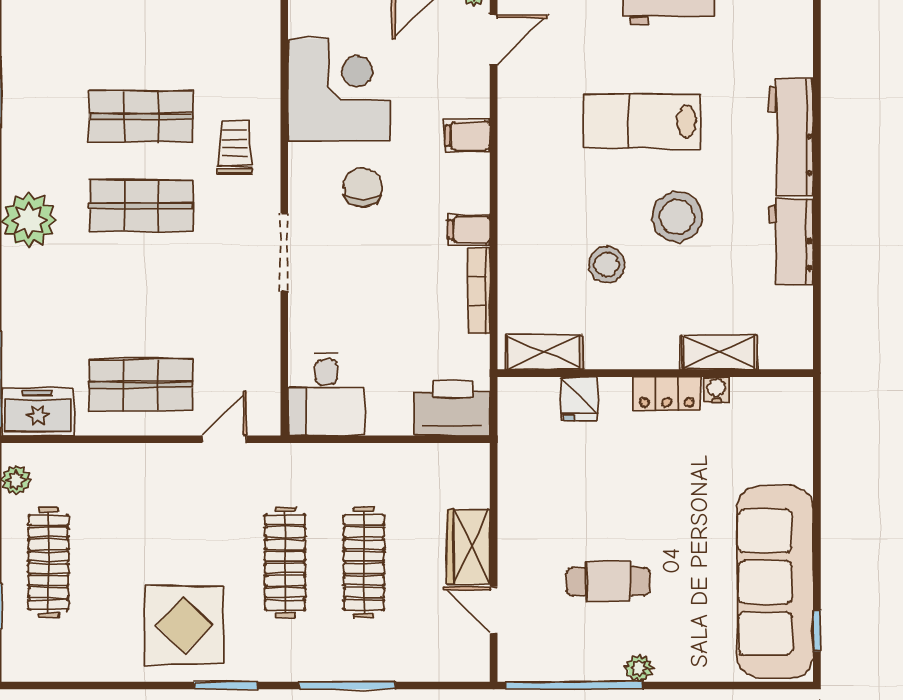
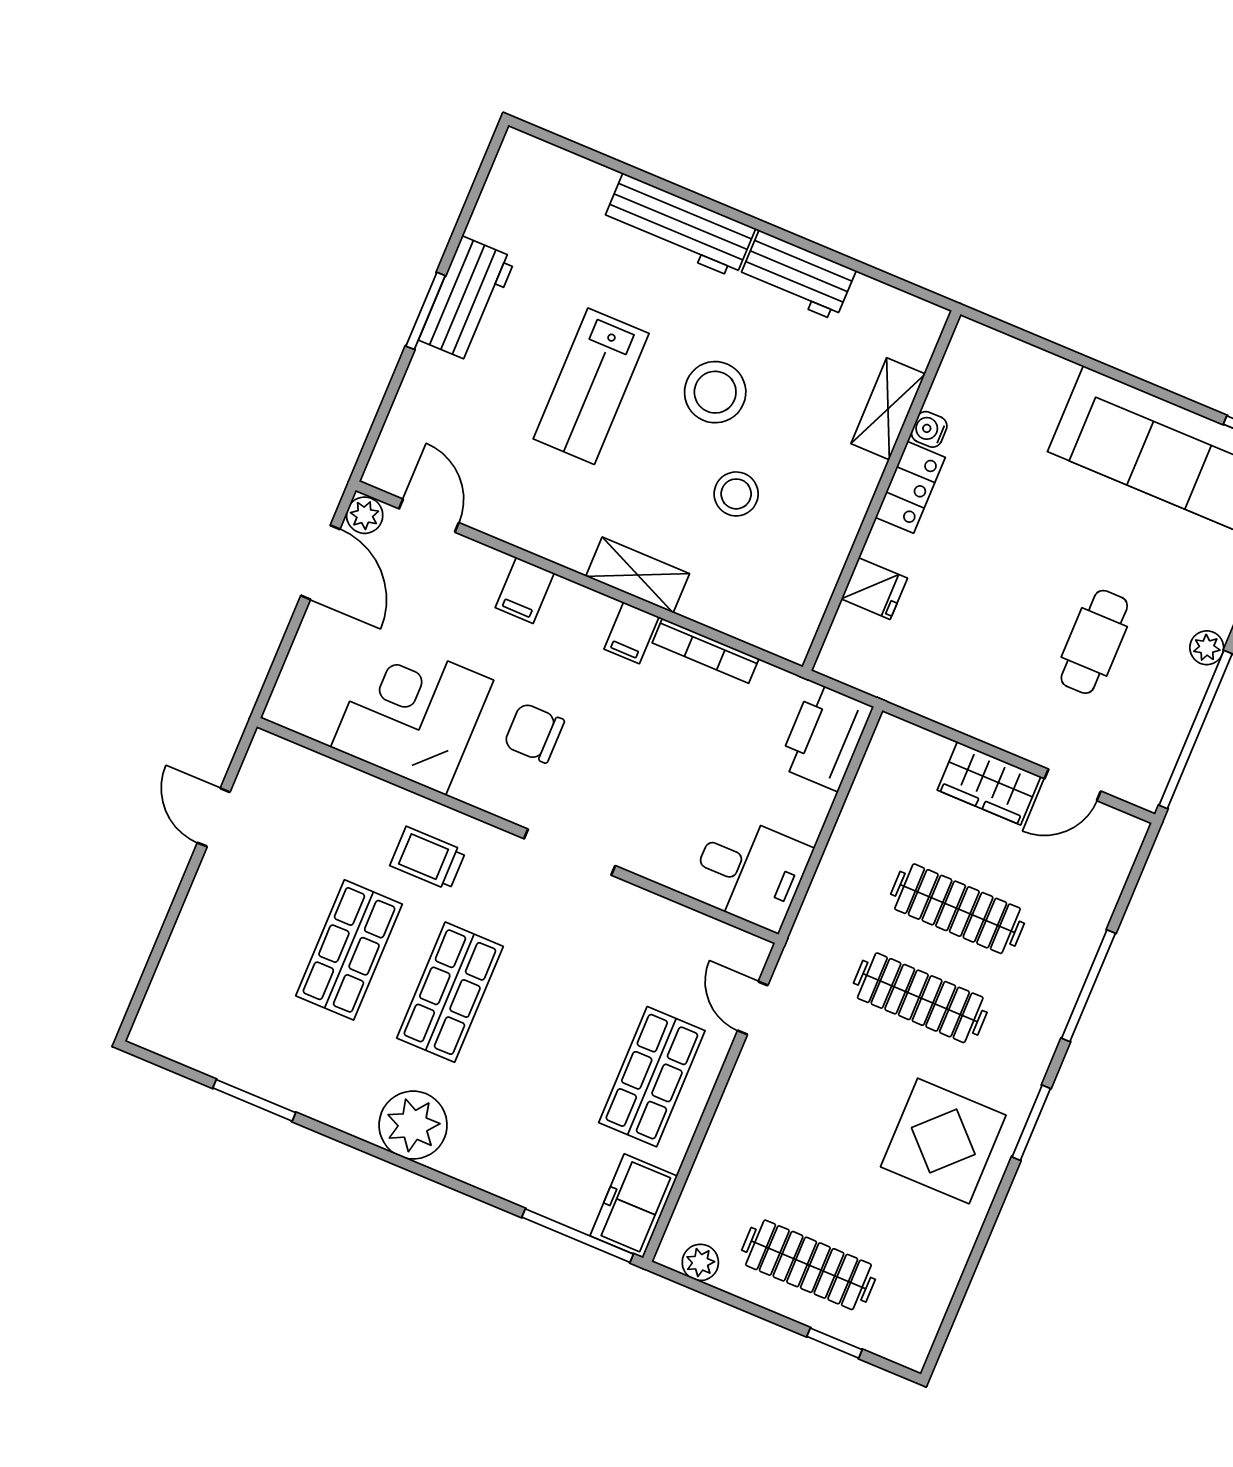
shelving: (544, 352) -> (638, 575), moved, turned 90

